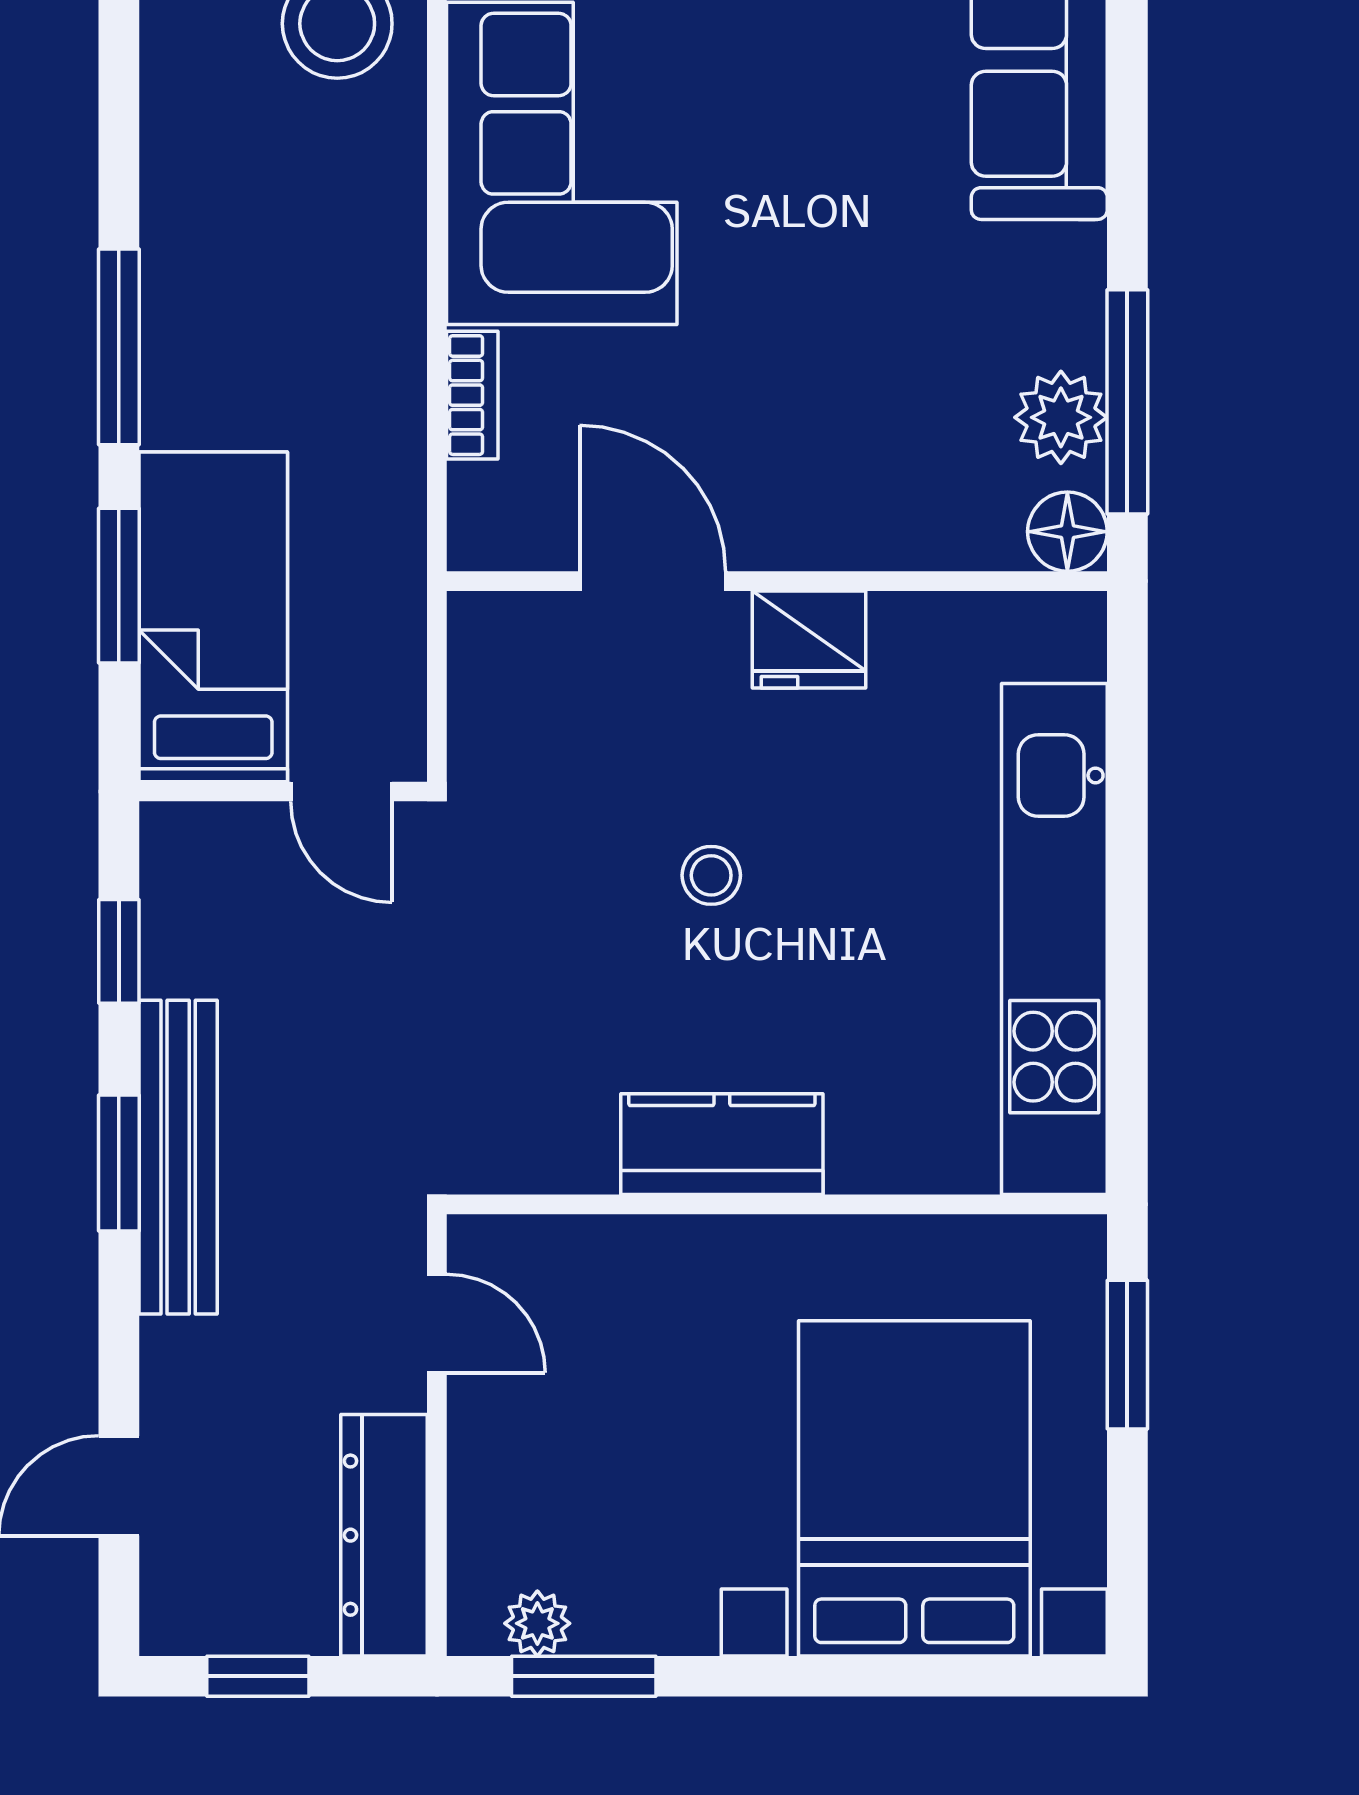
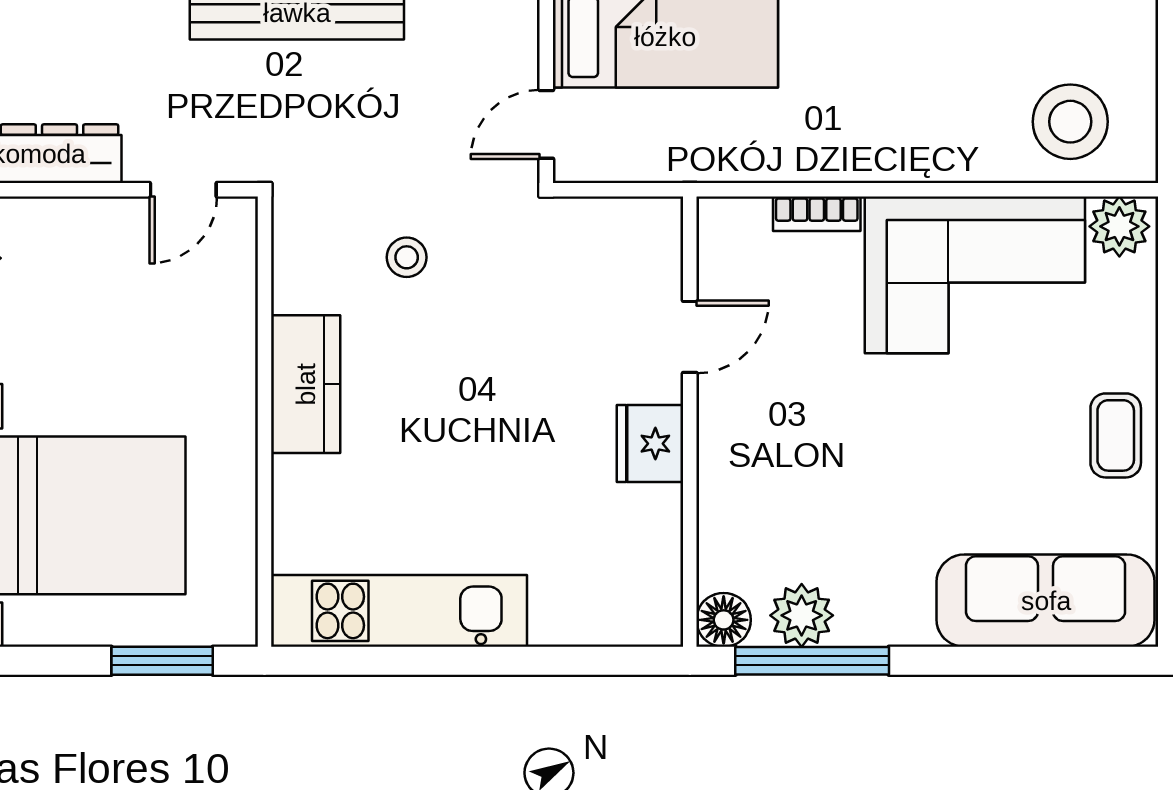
door: (653, 581) -> (690, 337), width x0.73
stool: (711, 875) -> (407, 257), moved
kitchen unit: (1054, 939) -> (399, 611), width x0.73

